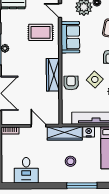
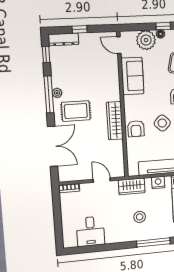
rug: (41, 32) -> (76, 111), moved
armchair: (71, 83) -> (136, 129), turned 180
wardrobe: (65, 133) -> (132, 186), width x0.67

